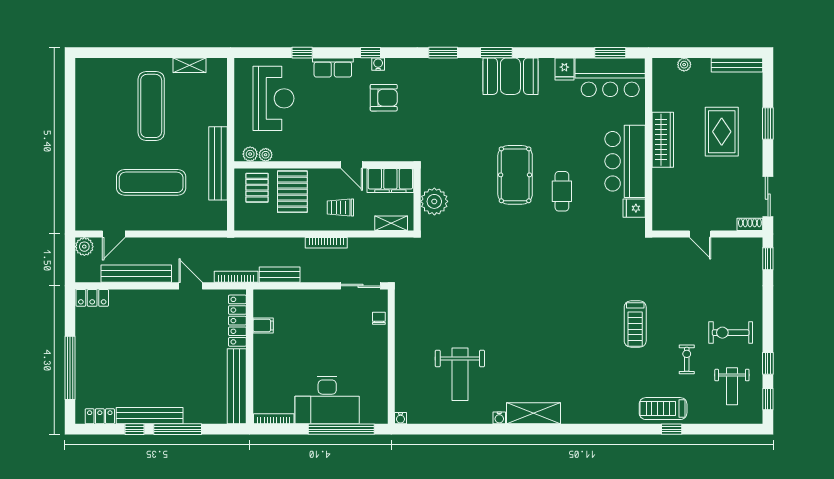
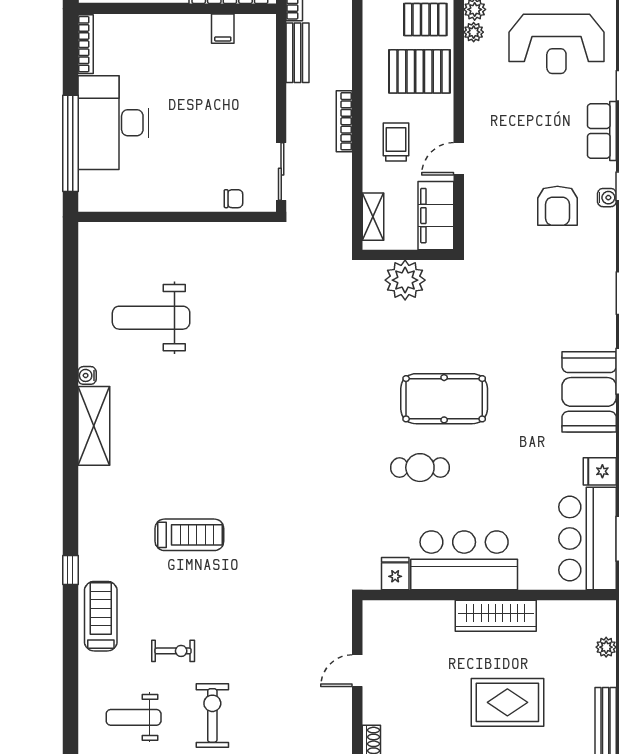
treadmill: (635, 324) -> (189, 535), moved, turned 180
water cooler: (400, 418) -> (87, 230), removed
window: (672, 429) -> (70, 570), moved

